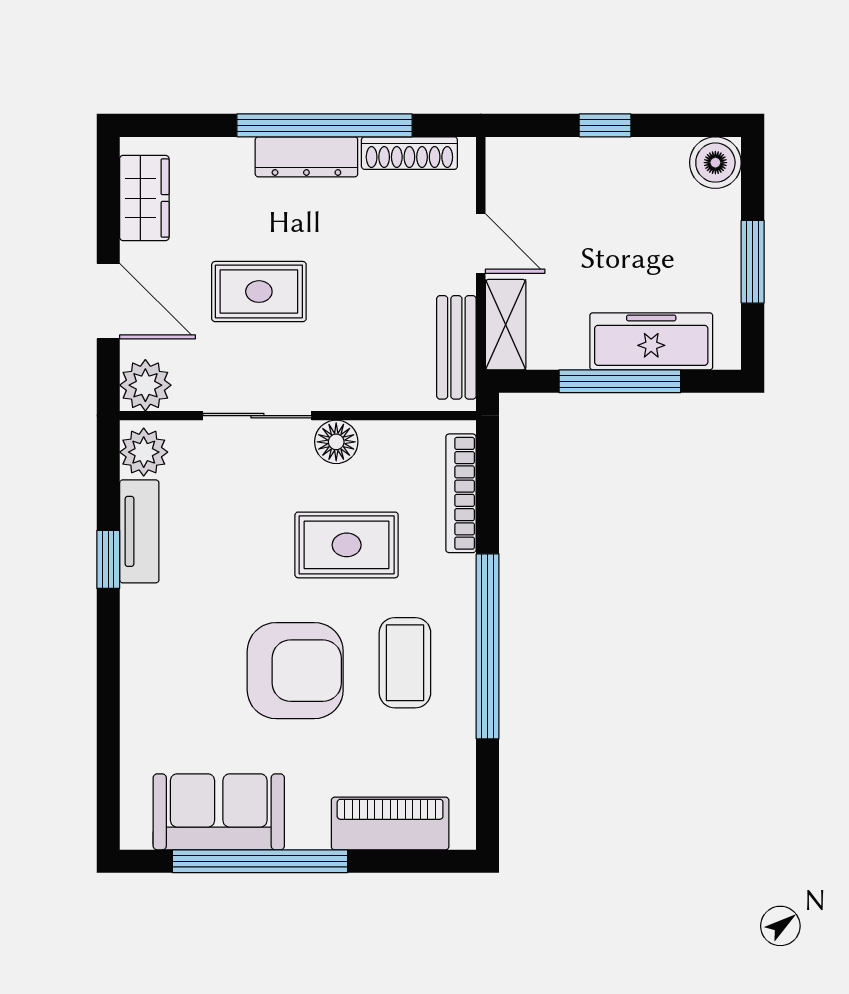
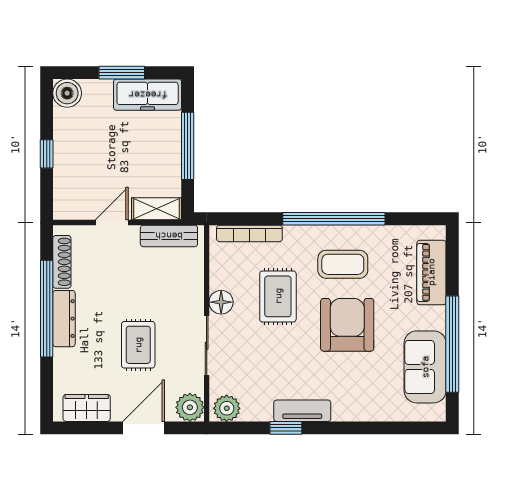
freezer: (651, 341) -> (148, 95), moved, turned -90
tv unit: (139, 531) -> (302, 411), moved

